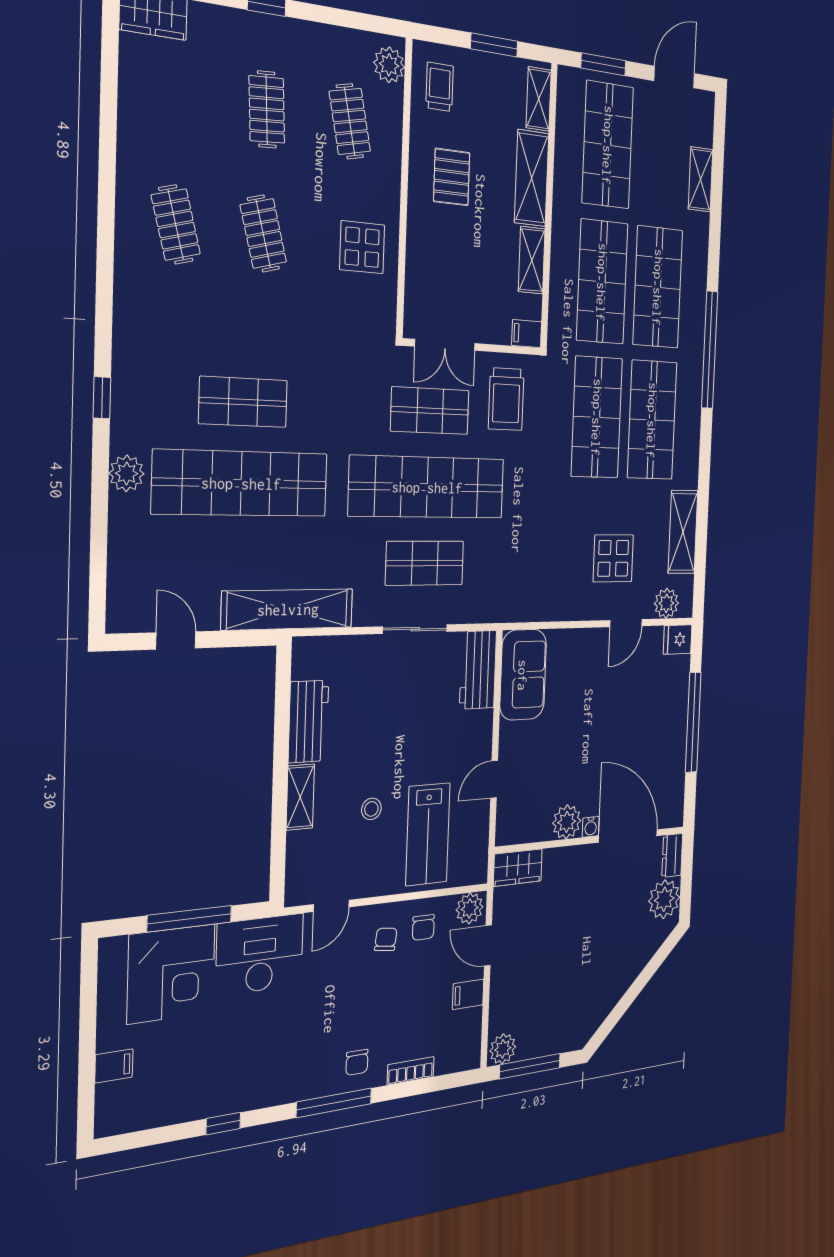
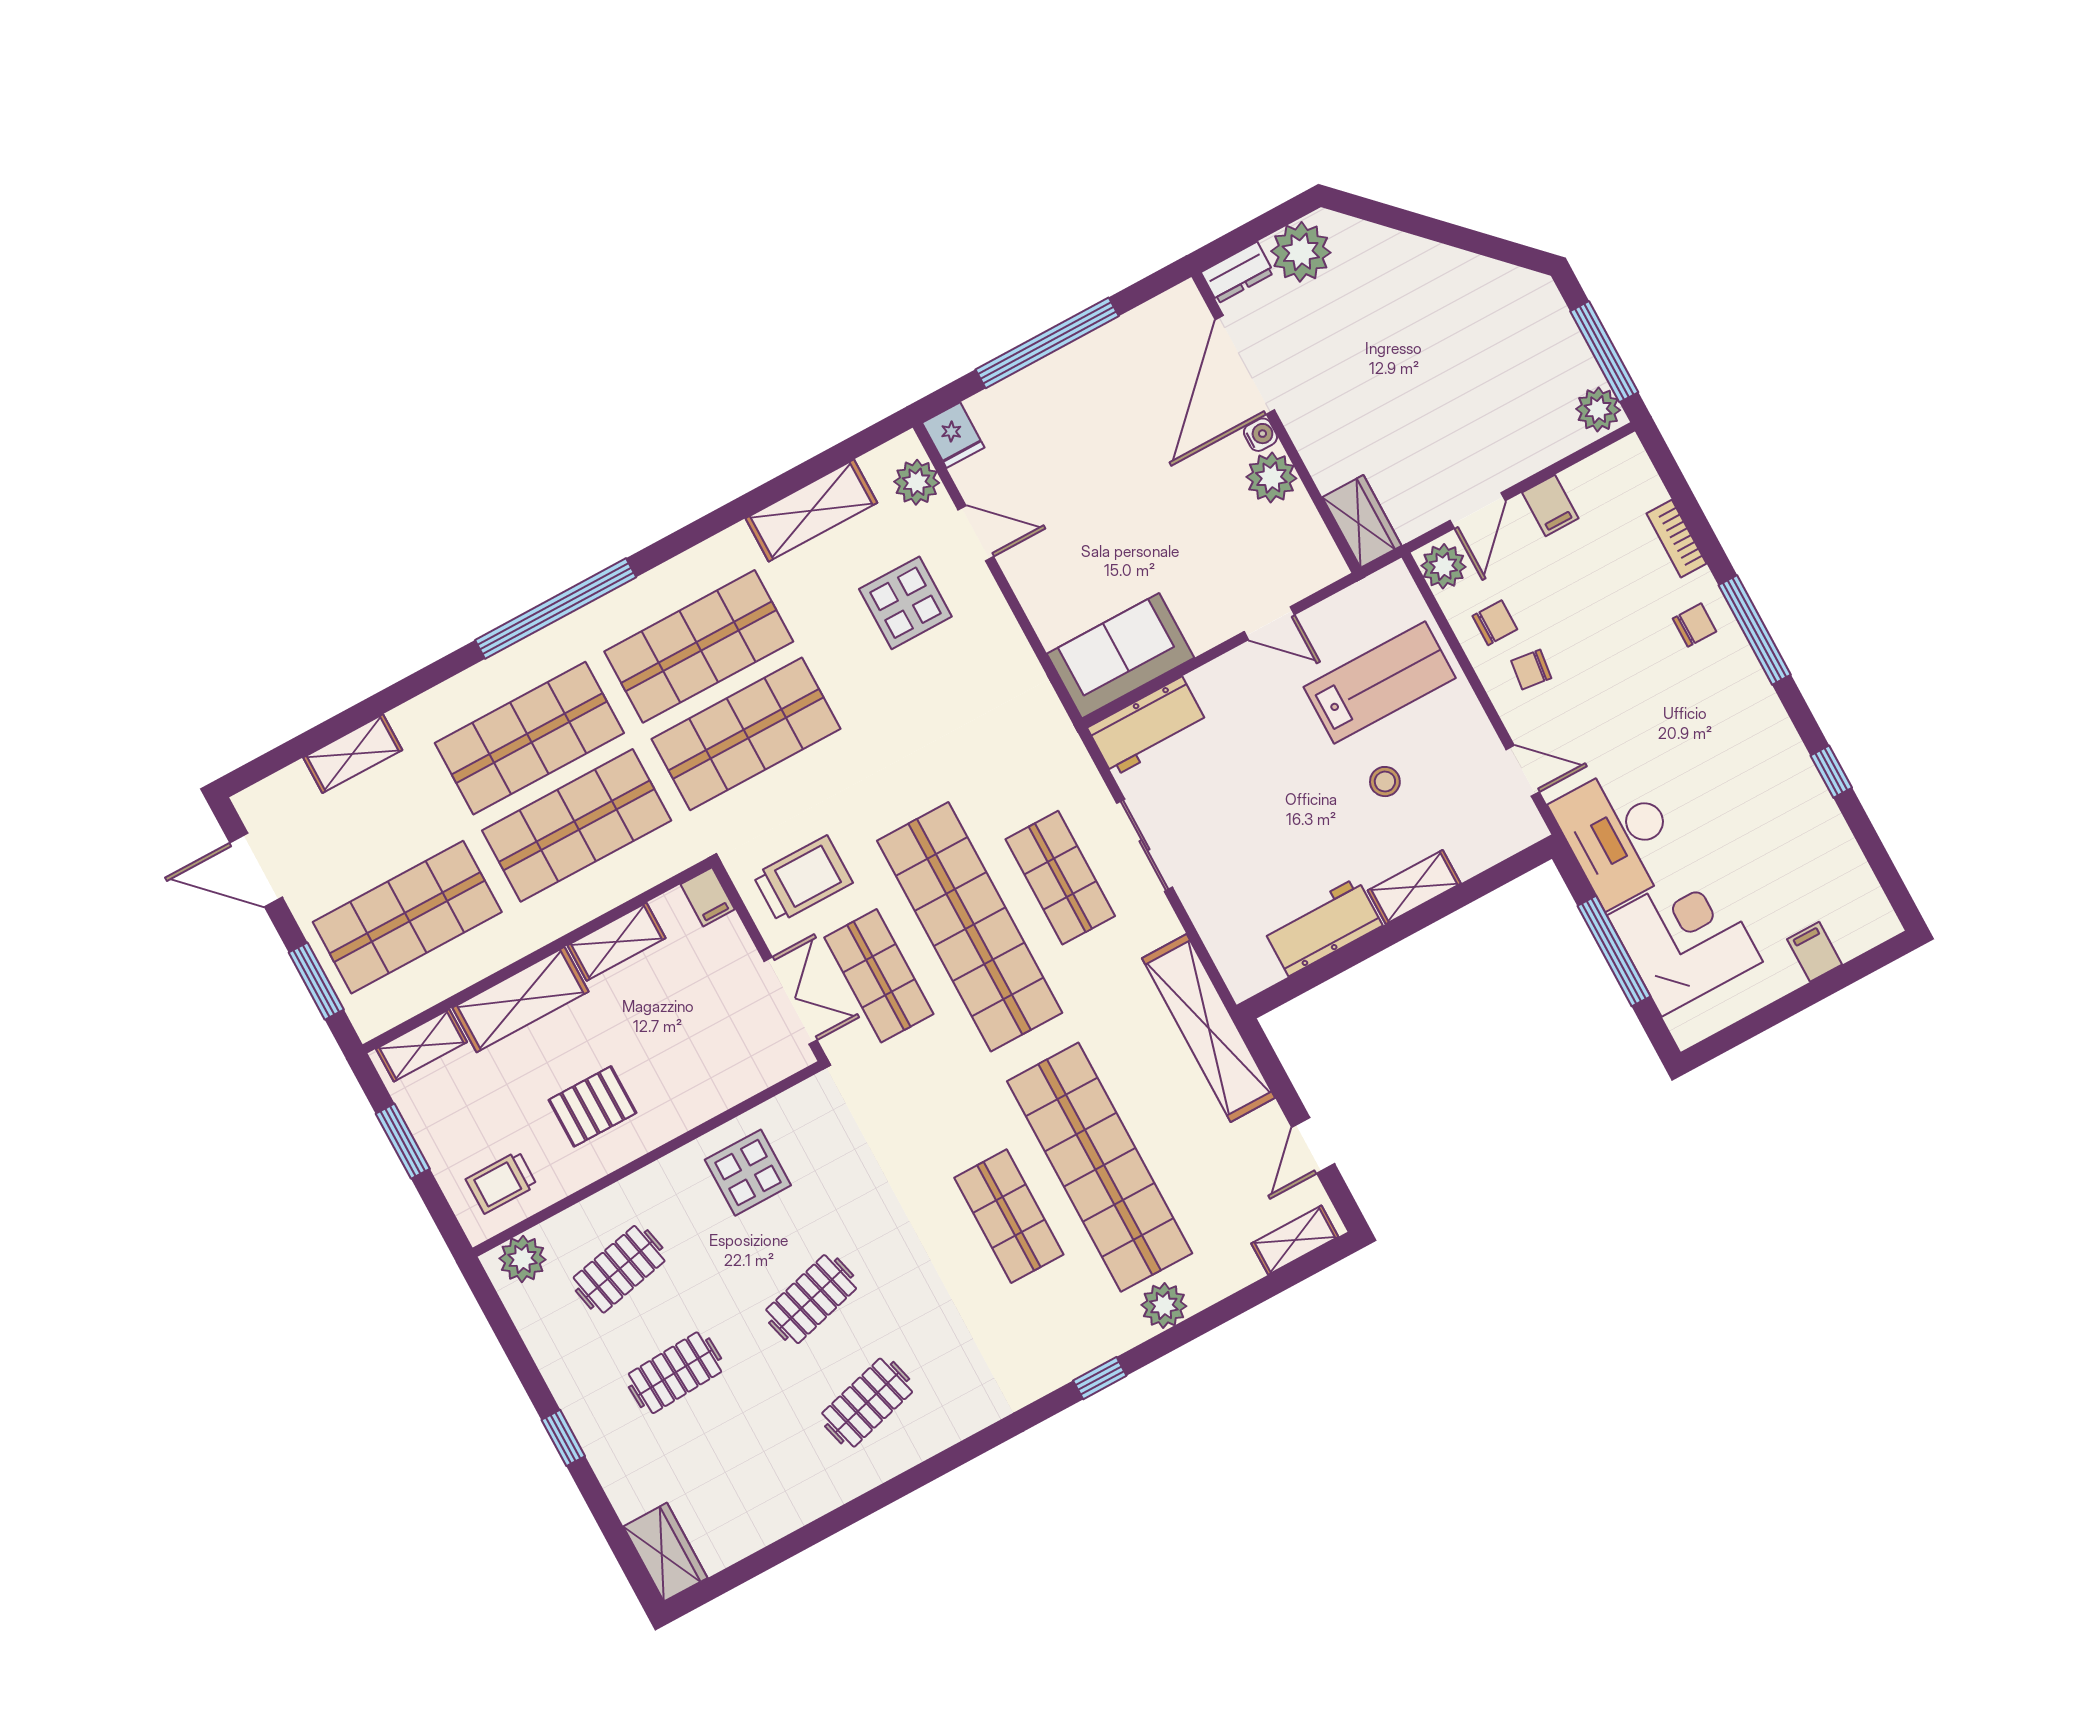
shelving: (120, 593) -> (1295, 1240), added

